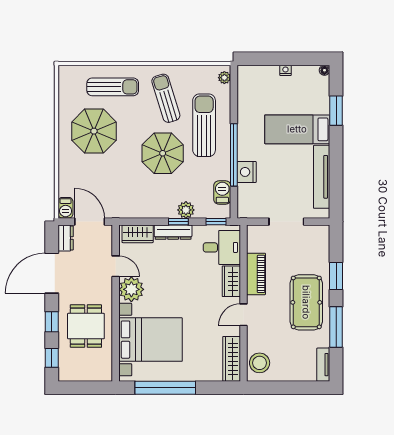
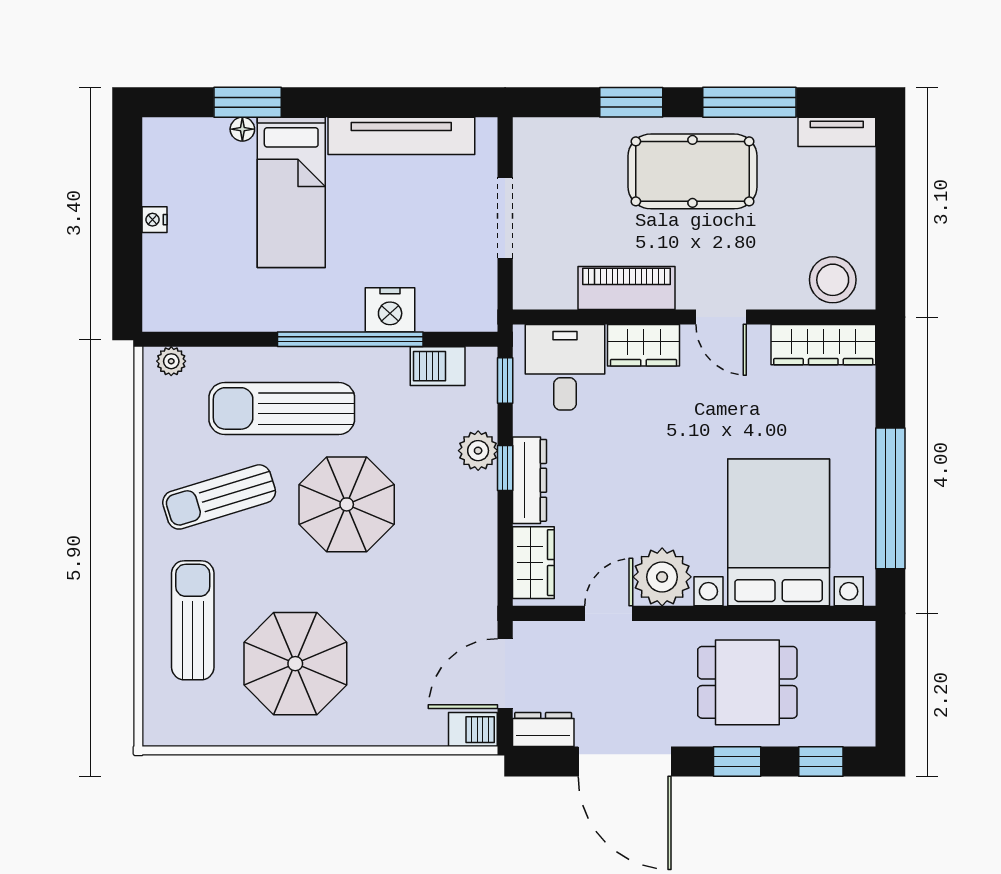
floor lamp: (324, 70) -> (242, 129), moved

